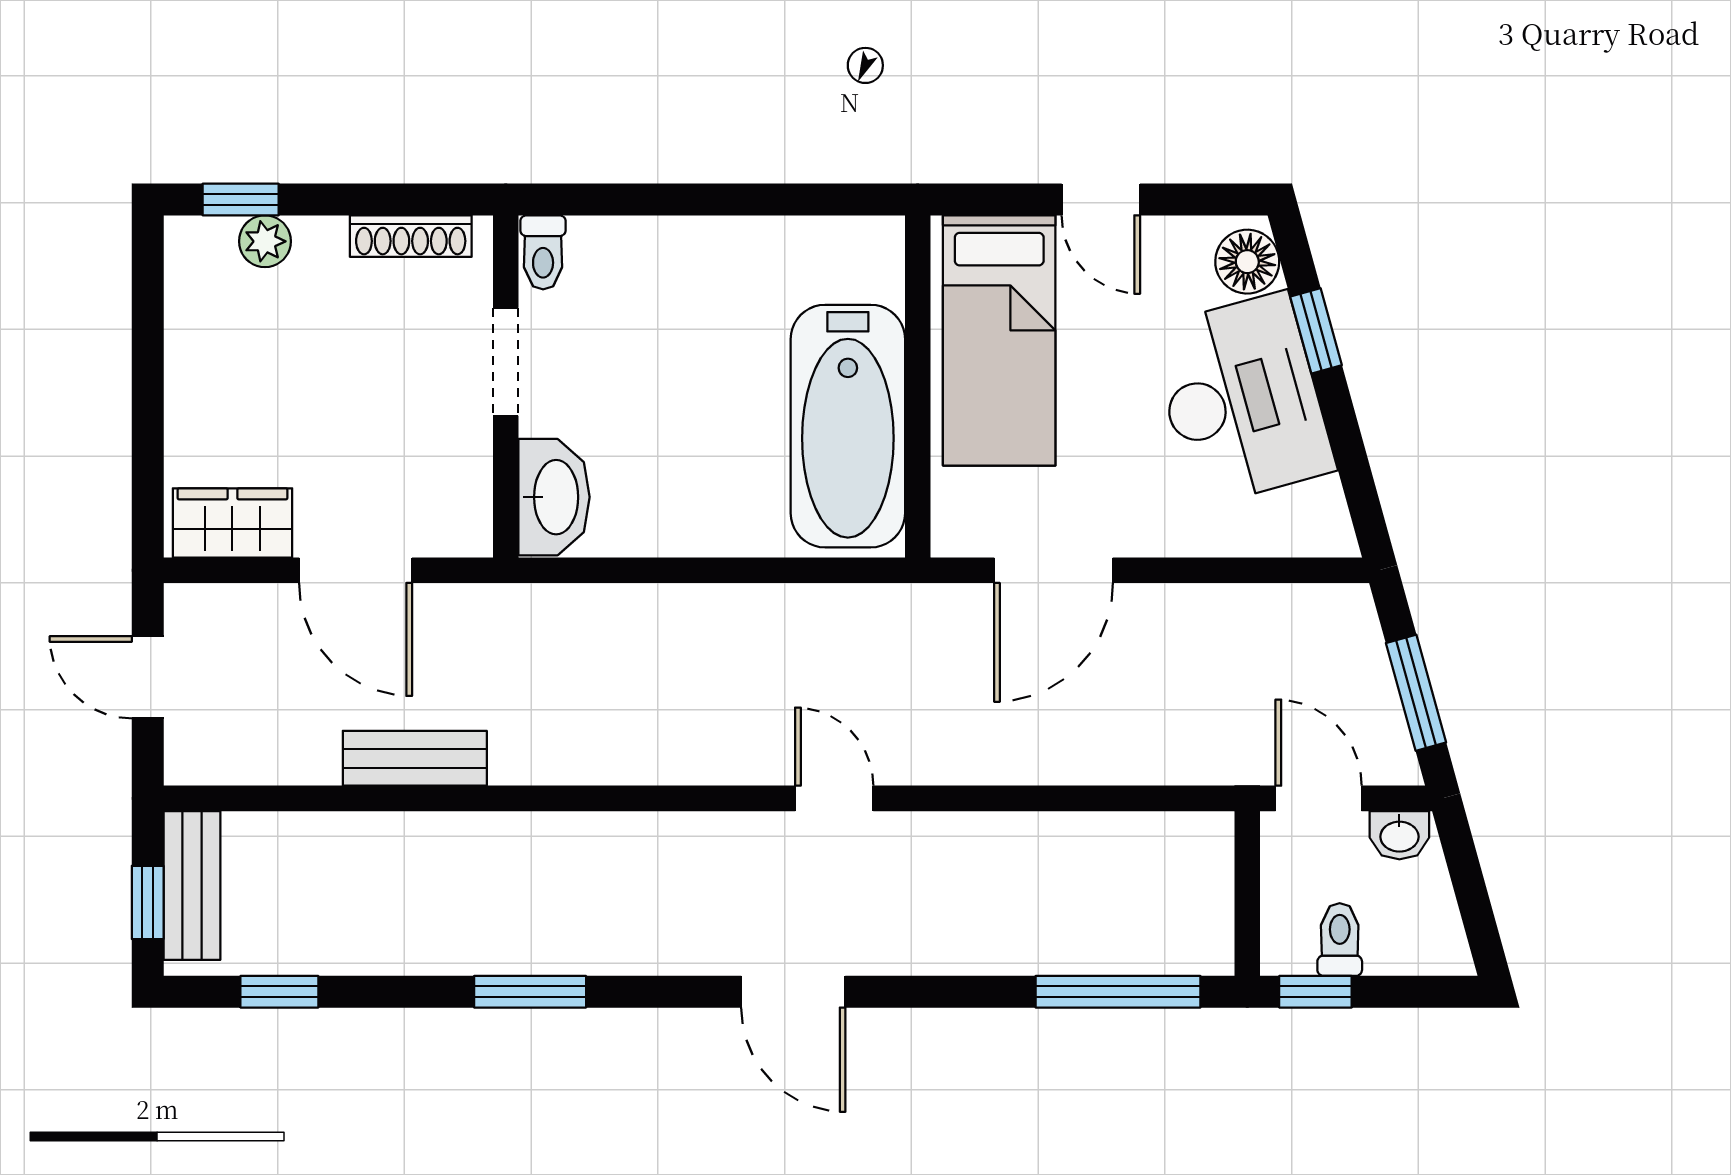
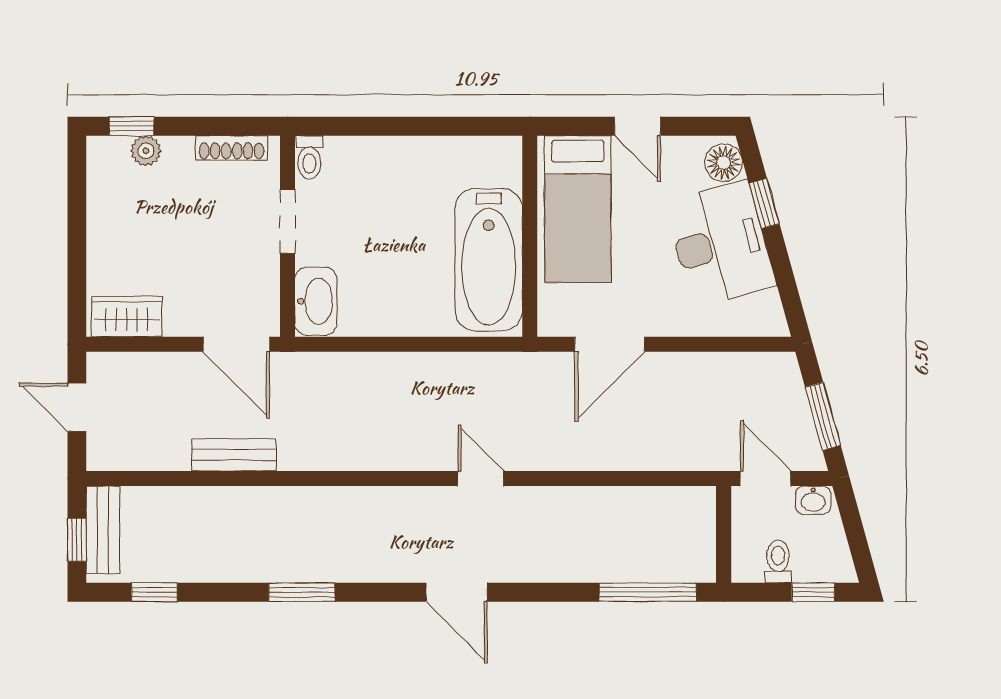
door: (356, 570) -> (236, 344), moved
window: (1315, 992) -> (813, 592), moved

